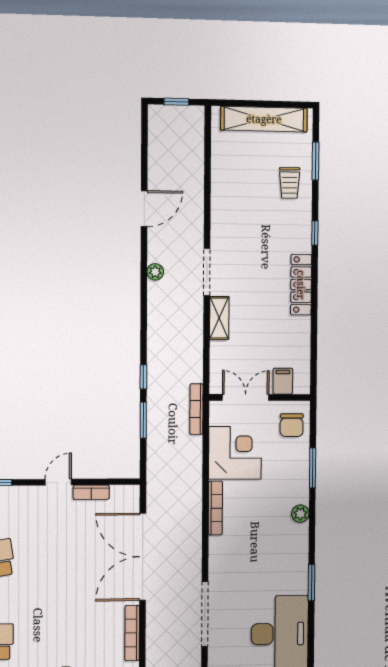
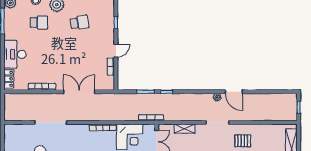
door: (144, 209) -> (234, 92), moved
pallet: (245, 220) -> (243, 141), added
shelving: (219, 318) -> (185, 129), moved
door: (58, 482) -> (116, 51), hinge flipped
double door: (143, 557) -> (79, 92), width x0.73

